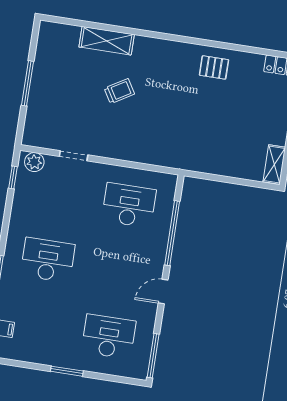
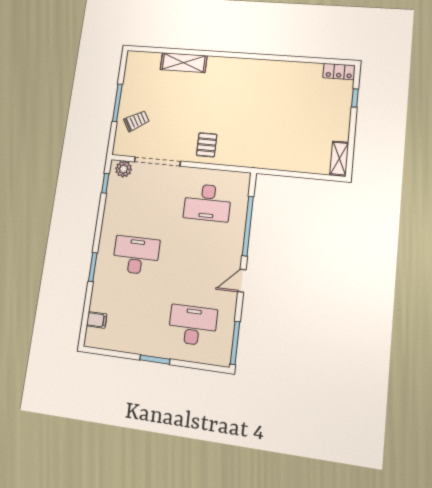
pallet: (214, 67) -> (207, 145), moved, turned 90
trolley: (119, 91) -> (136, 121), moved
doorway: (74, 156) -> (157, 161), width x1.87
desk: (129, 205) -> (207, 202), turned 180

